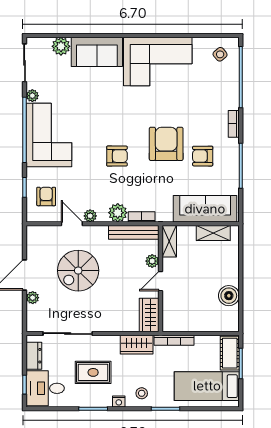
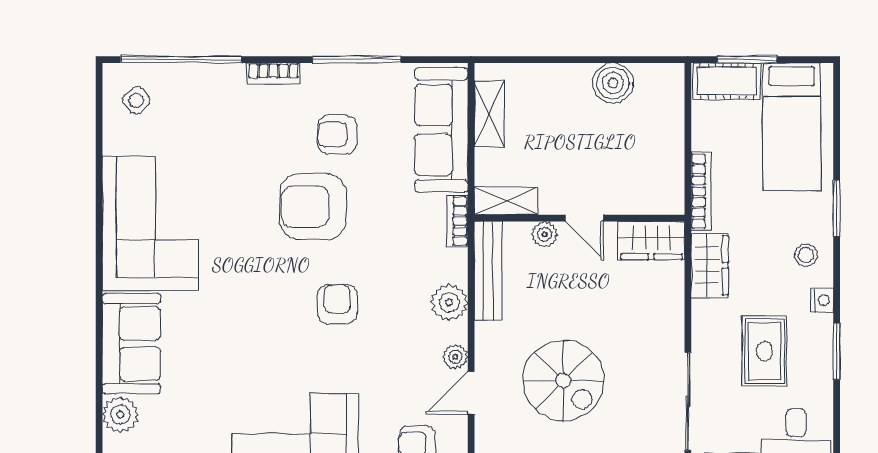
armchair: (203, 156) -> (337, 135), turned 90
bookcase: (142, 217) -> (457, 221), moved

